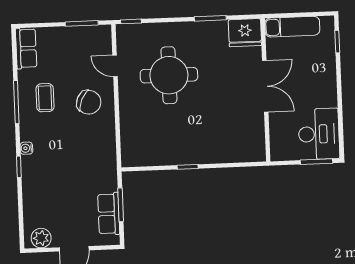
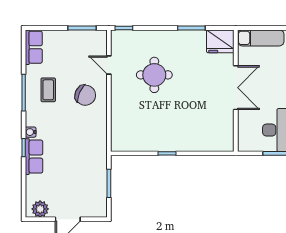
round table: (169, 75) -> (154, 75), width x0.73, depth x0.73
row of seats: (109, 214) -> (34, 157), moved, turned 180

